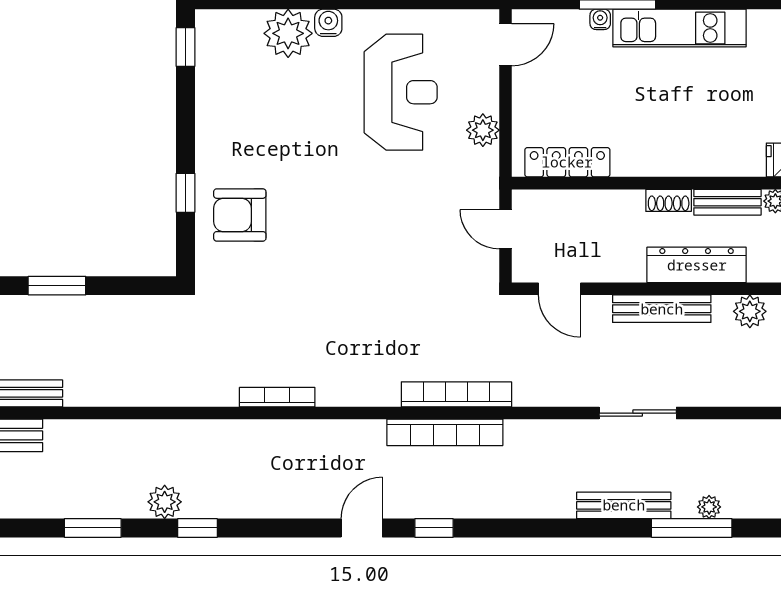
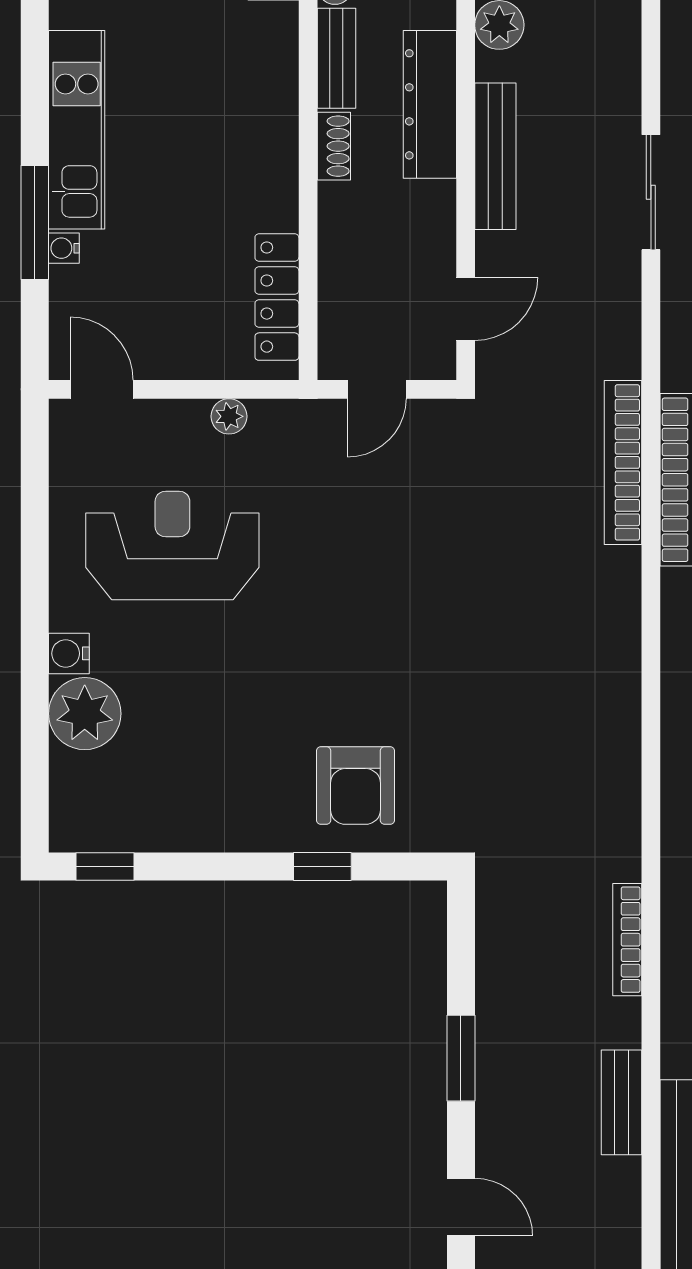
plant: (483, 130) -> (229, 416), width x0.73, depth x0.73
bookcase: (277, 397) -> (627, 940), moved

